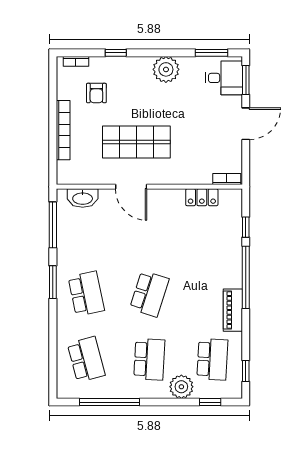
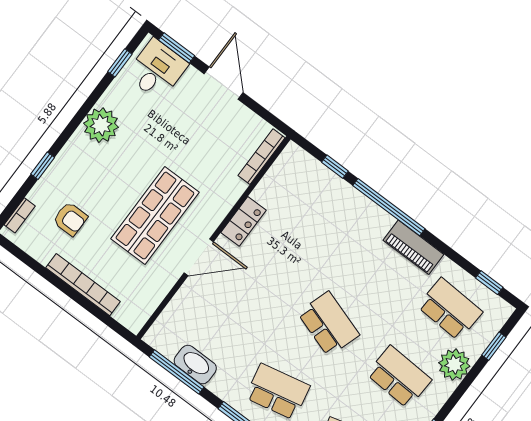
window: (211, 53) -> (120, 63), width x0.67
bookcase: (227, 179) -> (261, 157), width x1.56
locker: (202, 197) -> (244, 221), moved
washbasin: (83, 198) -> (195, 365), moved, turned -90

